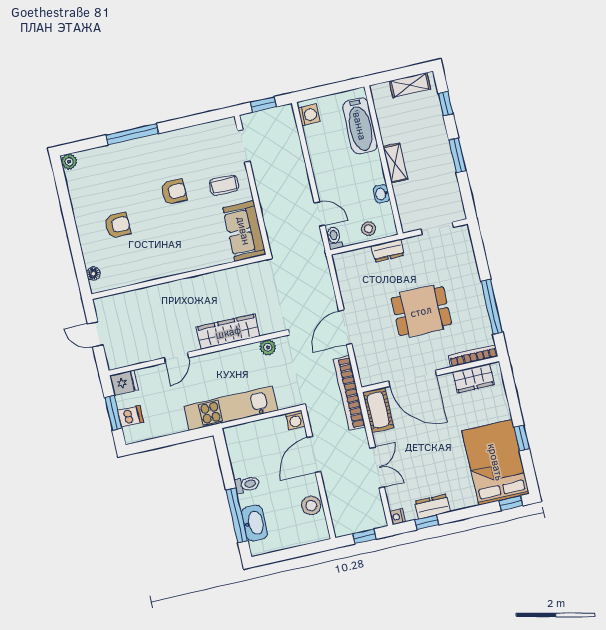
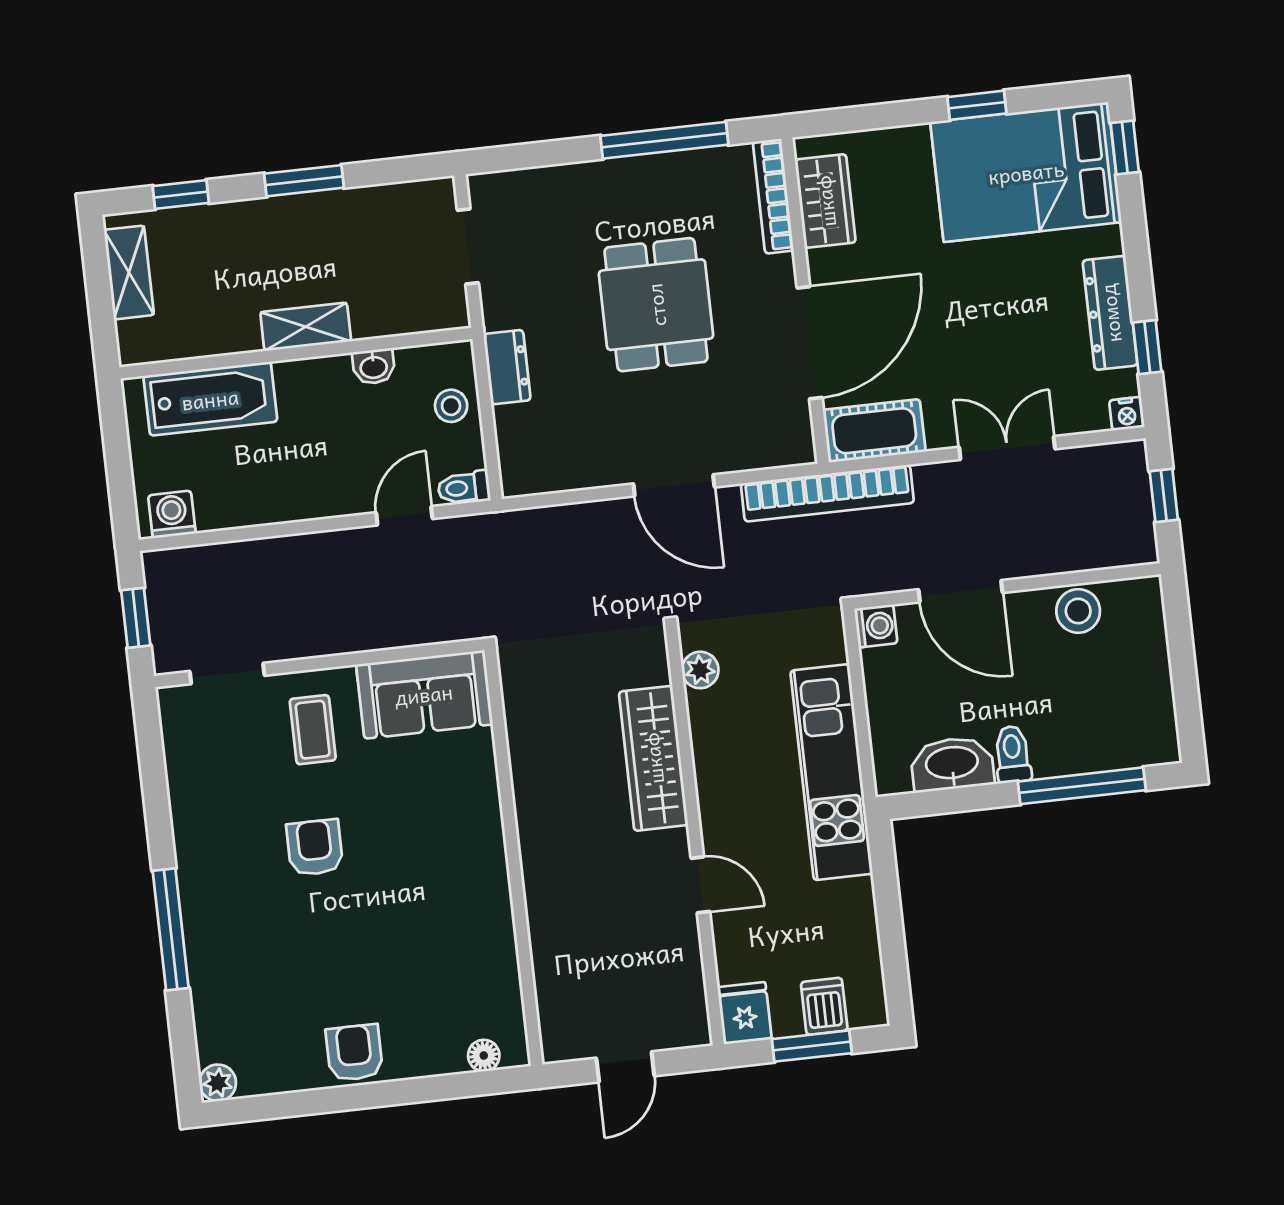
armchair: (117, 225) -> (354, 1053), moved
dresser: (433, 506) -> (1110, 313), width x1.44
washbasin: (254, 523) -> (952, 764), moved

